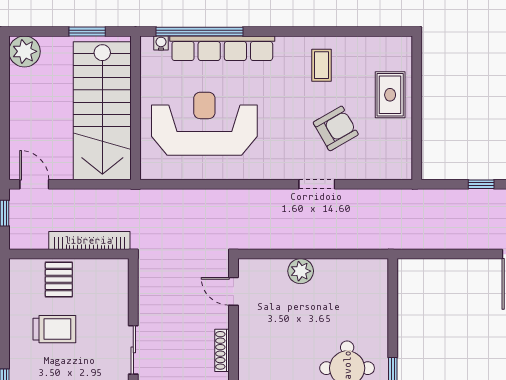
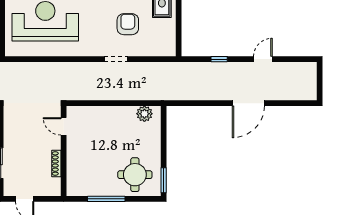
armchair: (336, 128) -> (128, 24), turned -60
plant: (301, 271) -> (144, 114), moved

